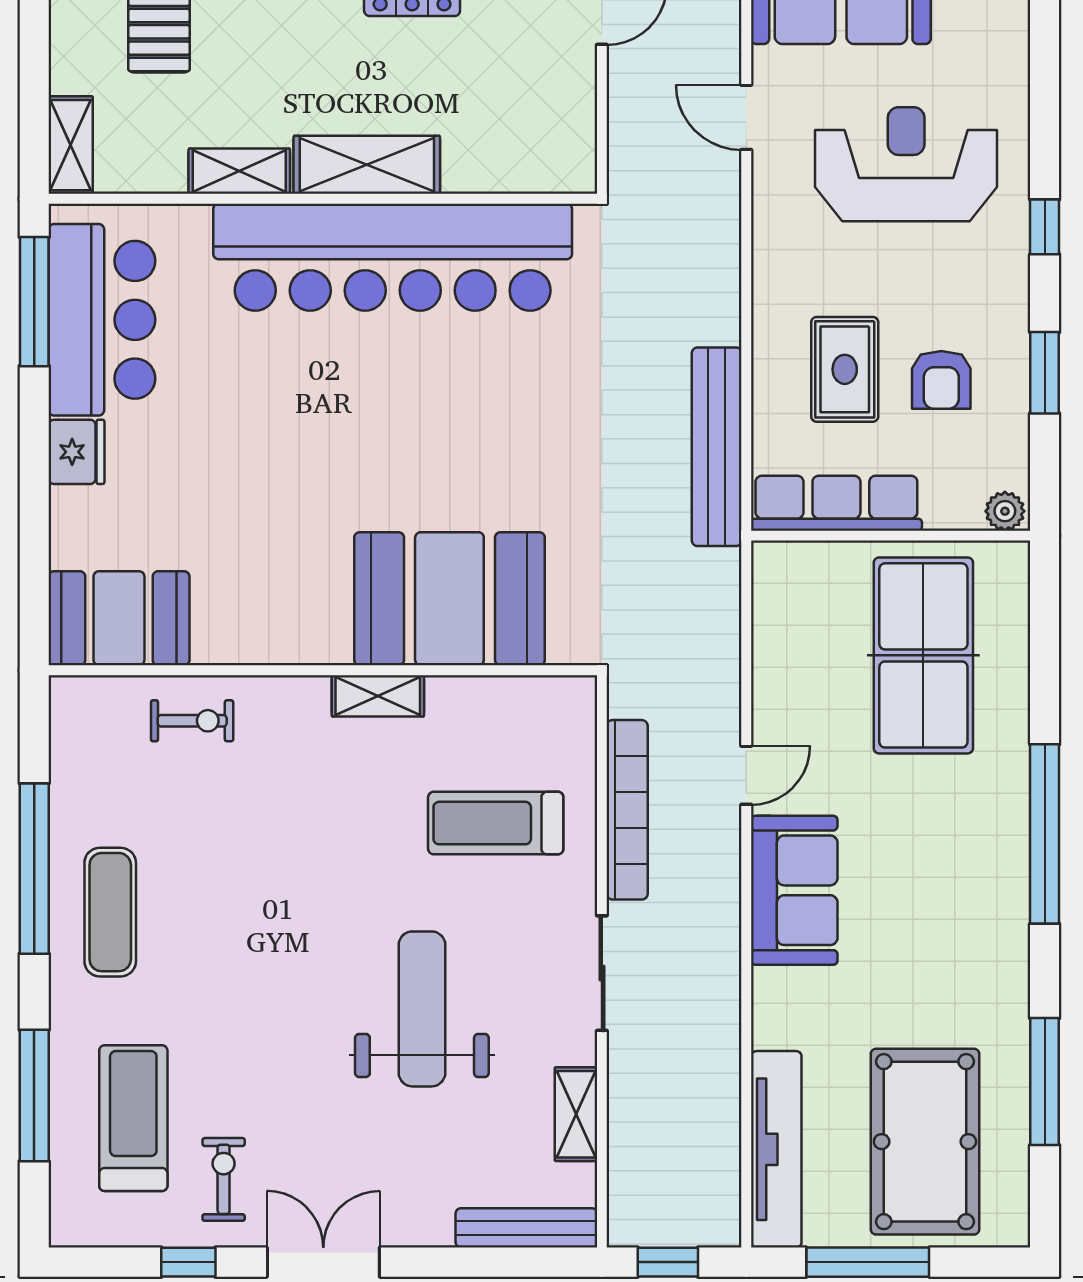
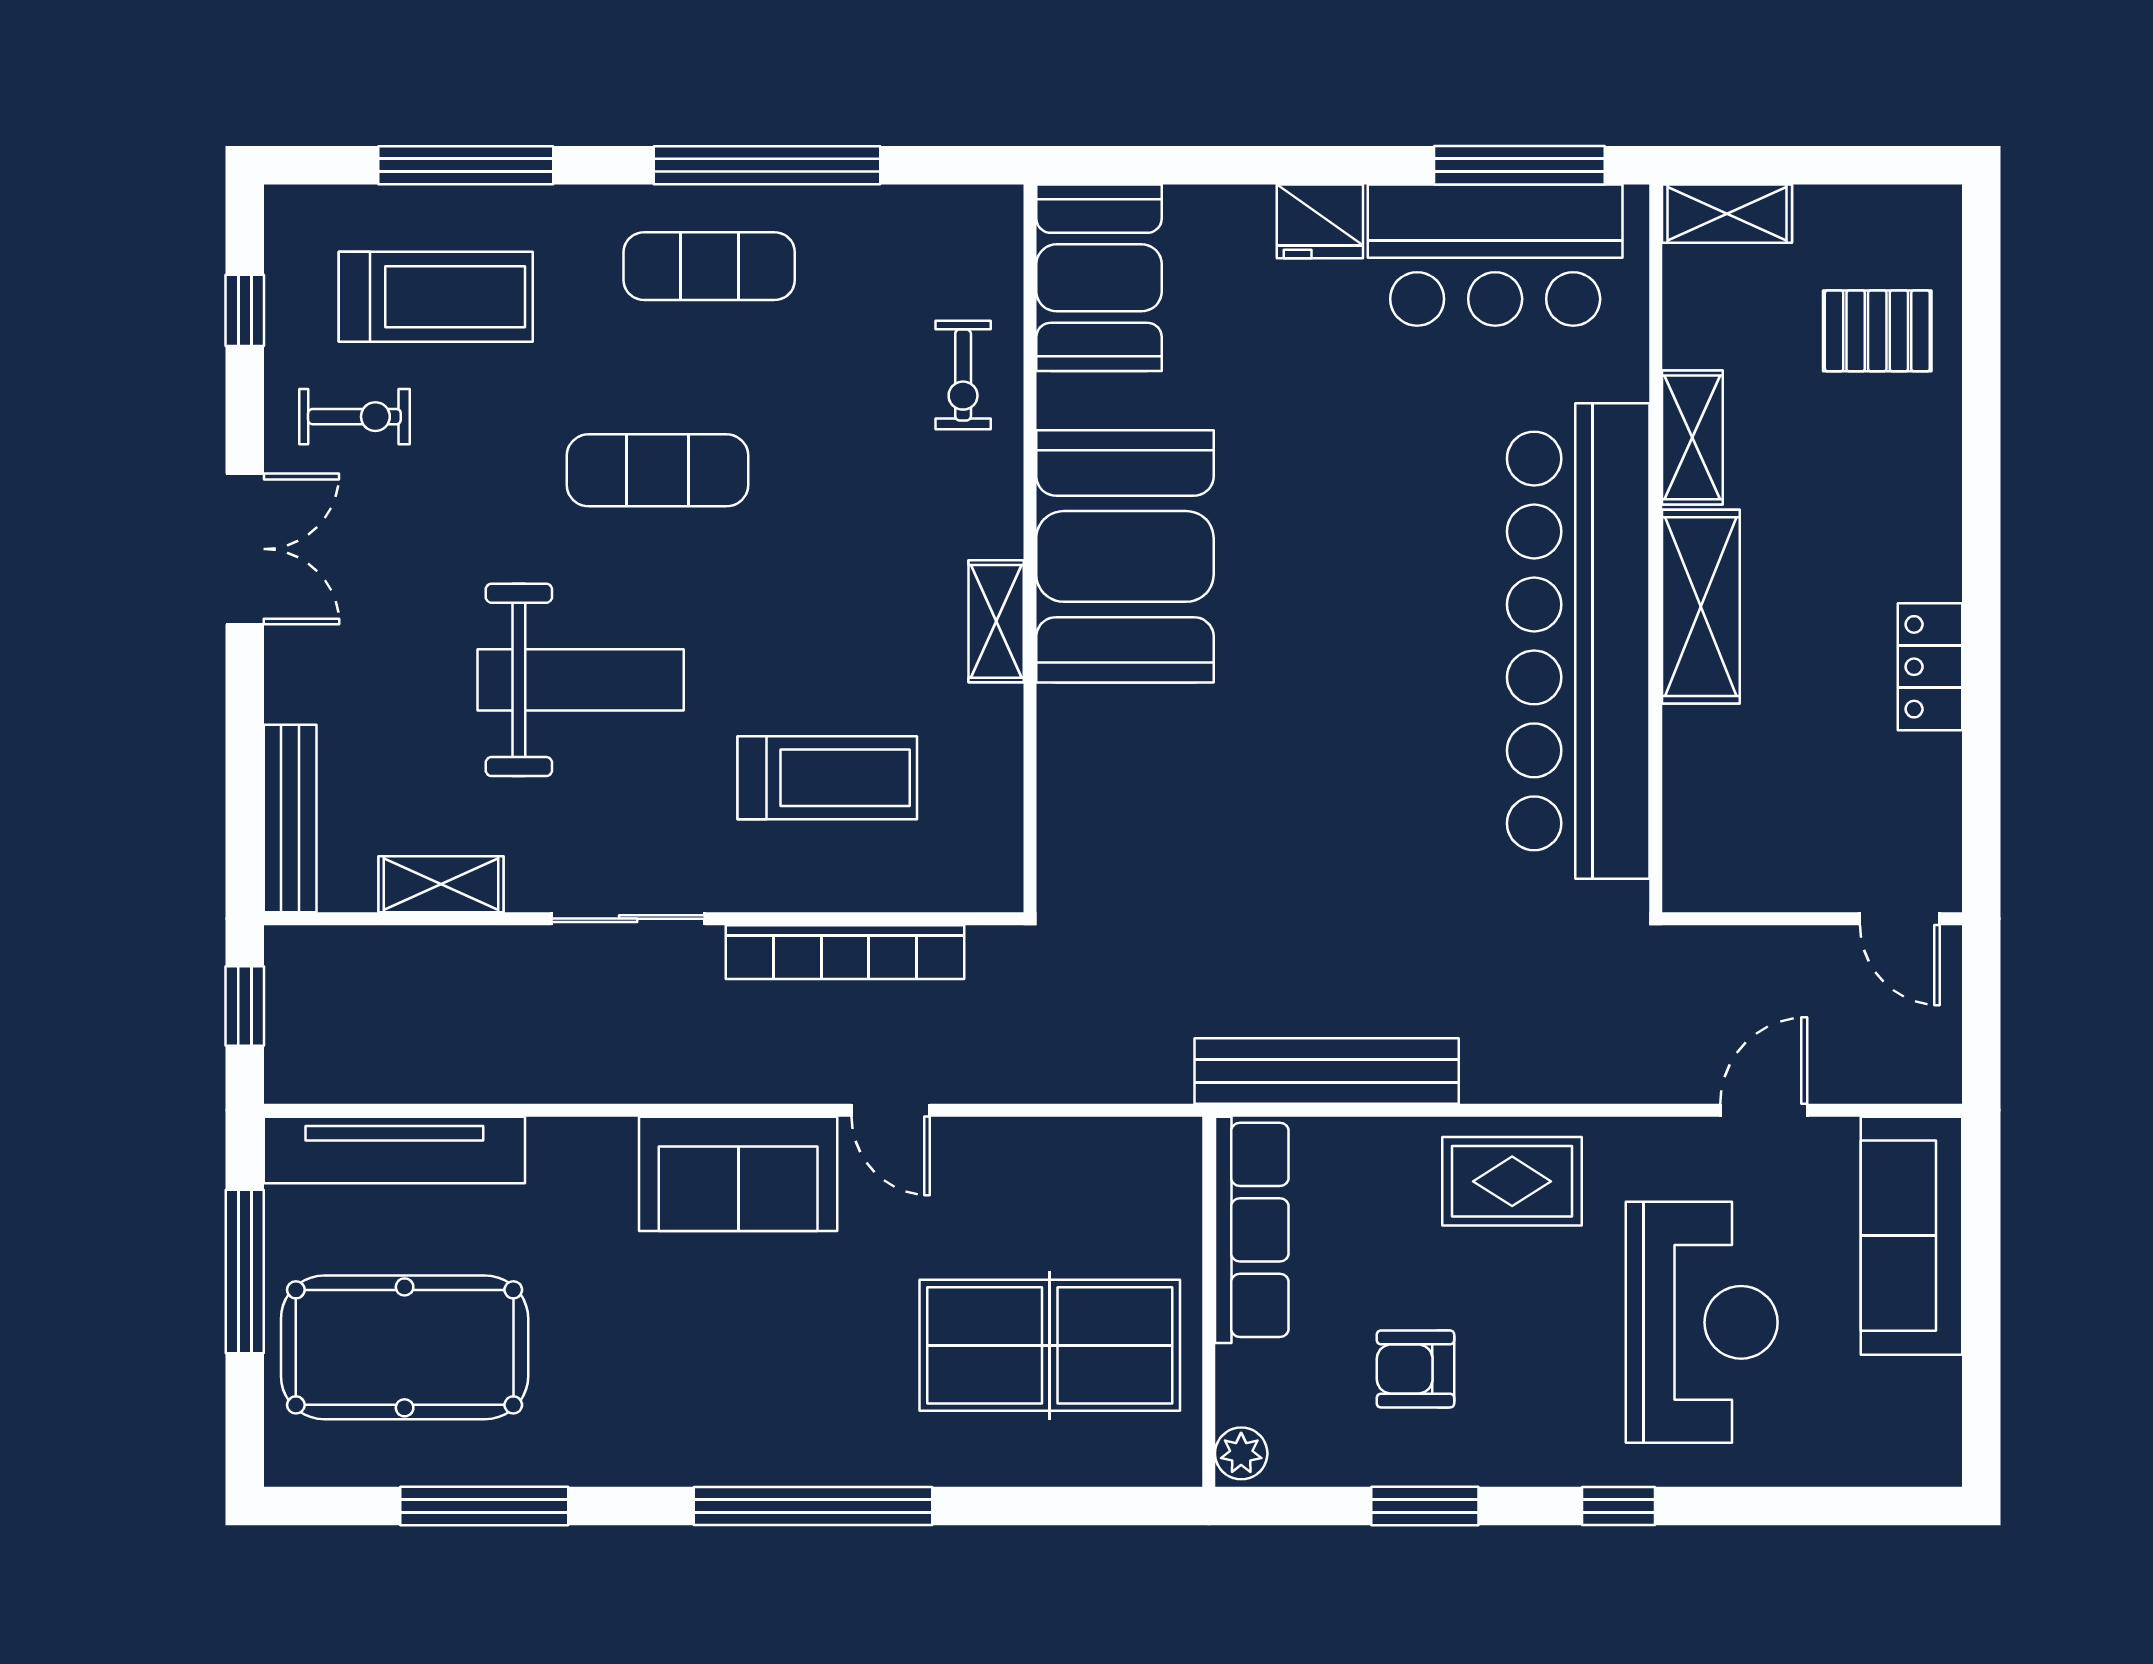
rug: (845, 369) -> (1512, 1181), moved
booth: (449, 599) -> (1125, 556), moved
treadmill: (496, 823) -> (827, 778), turned 90
exercise mat: (264, 951) -> (658, 470), added
window: (188, 1262) -> (245, 310), moved

